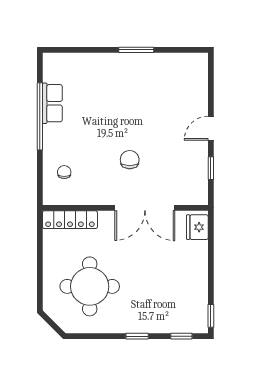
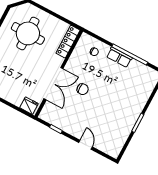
row of seats: (52, 103) -> (119, 57), moved
door: (211, 128) -> (86, 145), moved
double door: (145, 208) -> (53, 84), swing flipped

